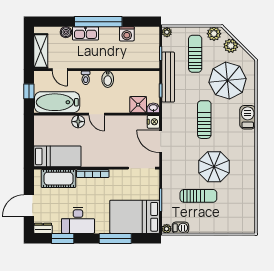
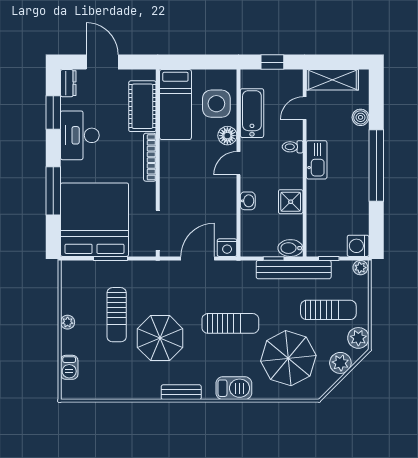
kitchen sink: (85, 33) -> (317, 160), moved, turned 180
washing machine: (127, 34) -> (358, 246), moved
bidet: (108, 79) -> (290, 248), moved
bathtub: (57, 102) -> (252, 113), width x0.73, depth x0.73
shower: (138, 105) -> (291, 202), moved
washbasin: (153, 108) -> (248, 201), moved
side table: (57, 129) -> (216, 104), added
bench: (250, 153) -> (181, 392), added
bed: (135, 217) -> (95, 220), width x1.36
barbecue: (180, 228) -> (69, 367), moved
plant: (167, 229) -> (68, 322), moved

